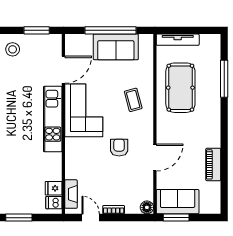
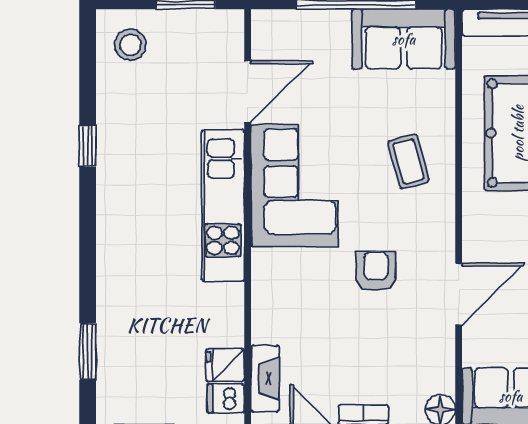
sofa: (116, 47) -> (404, 39), moved

